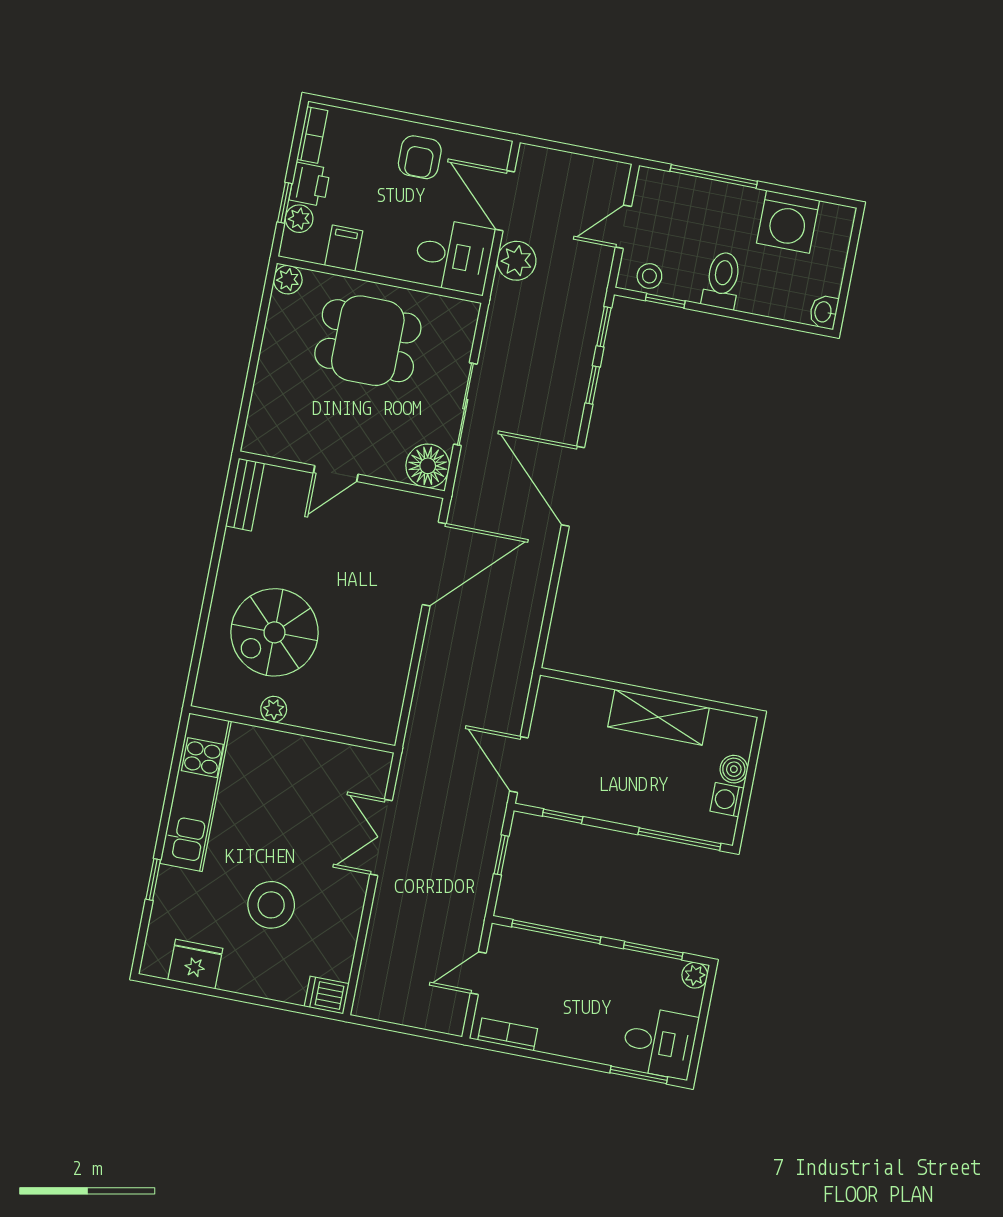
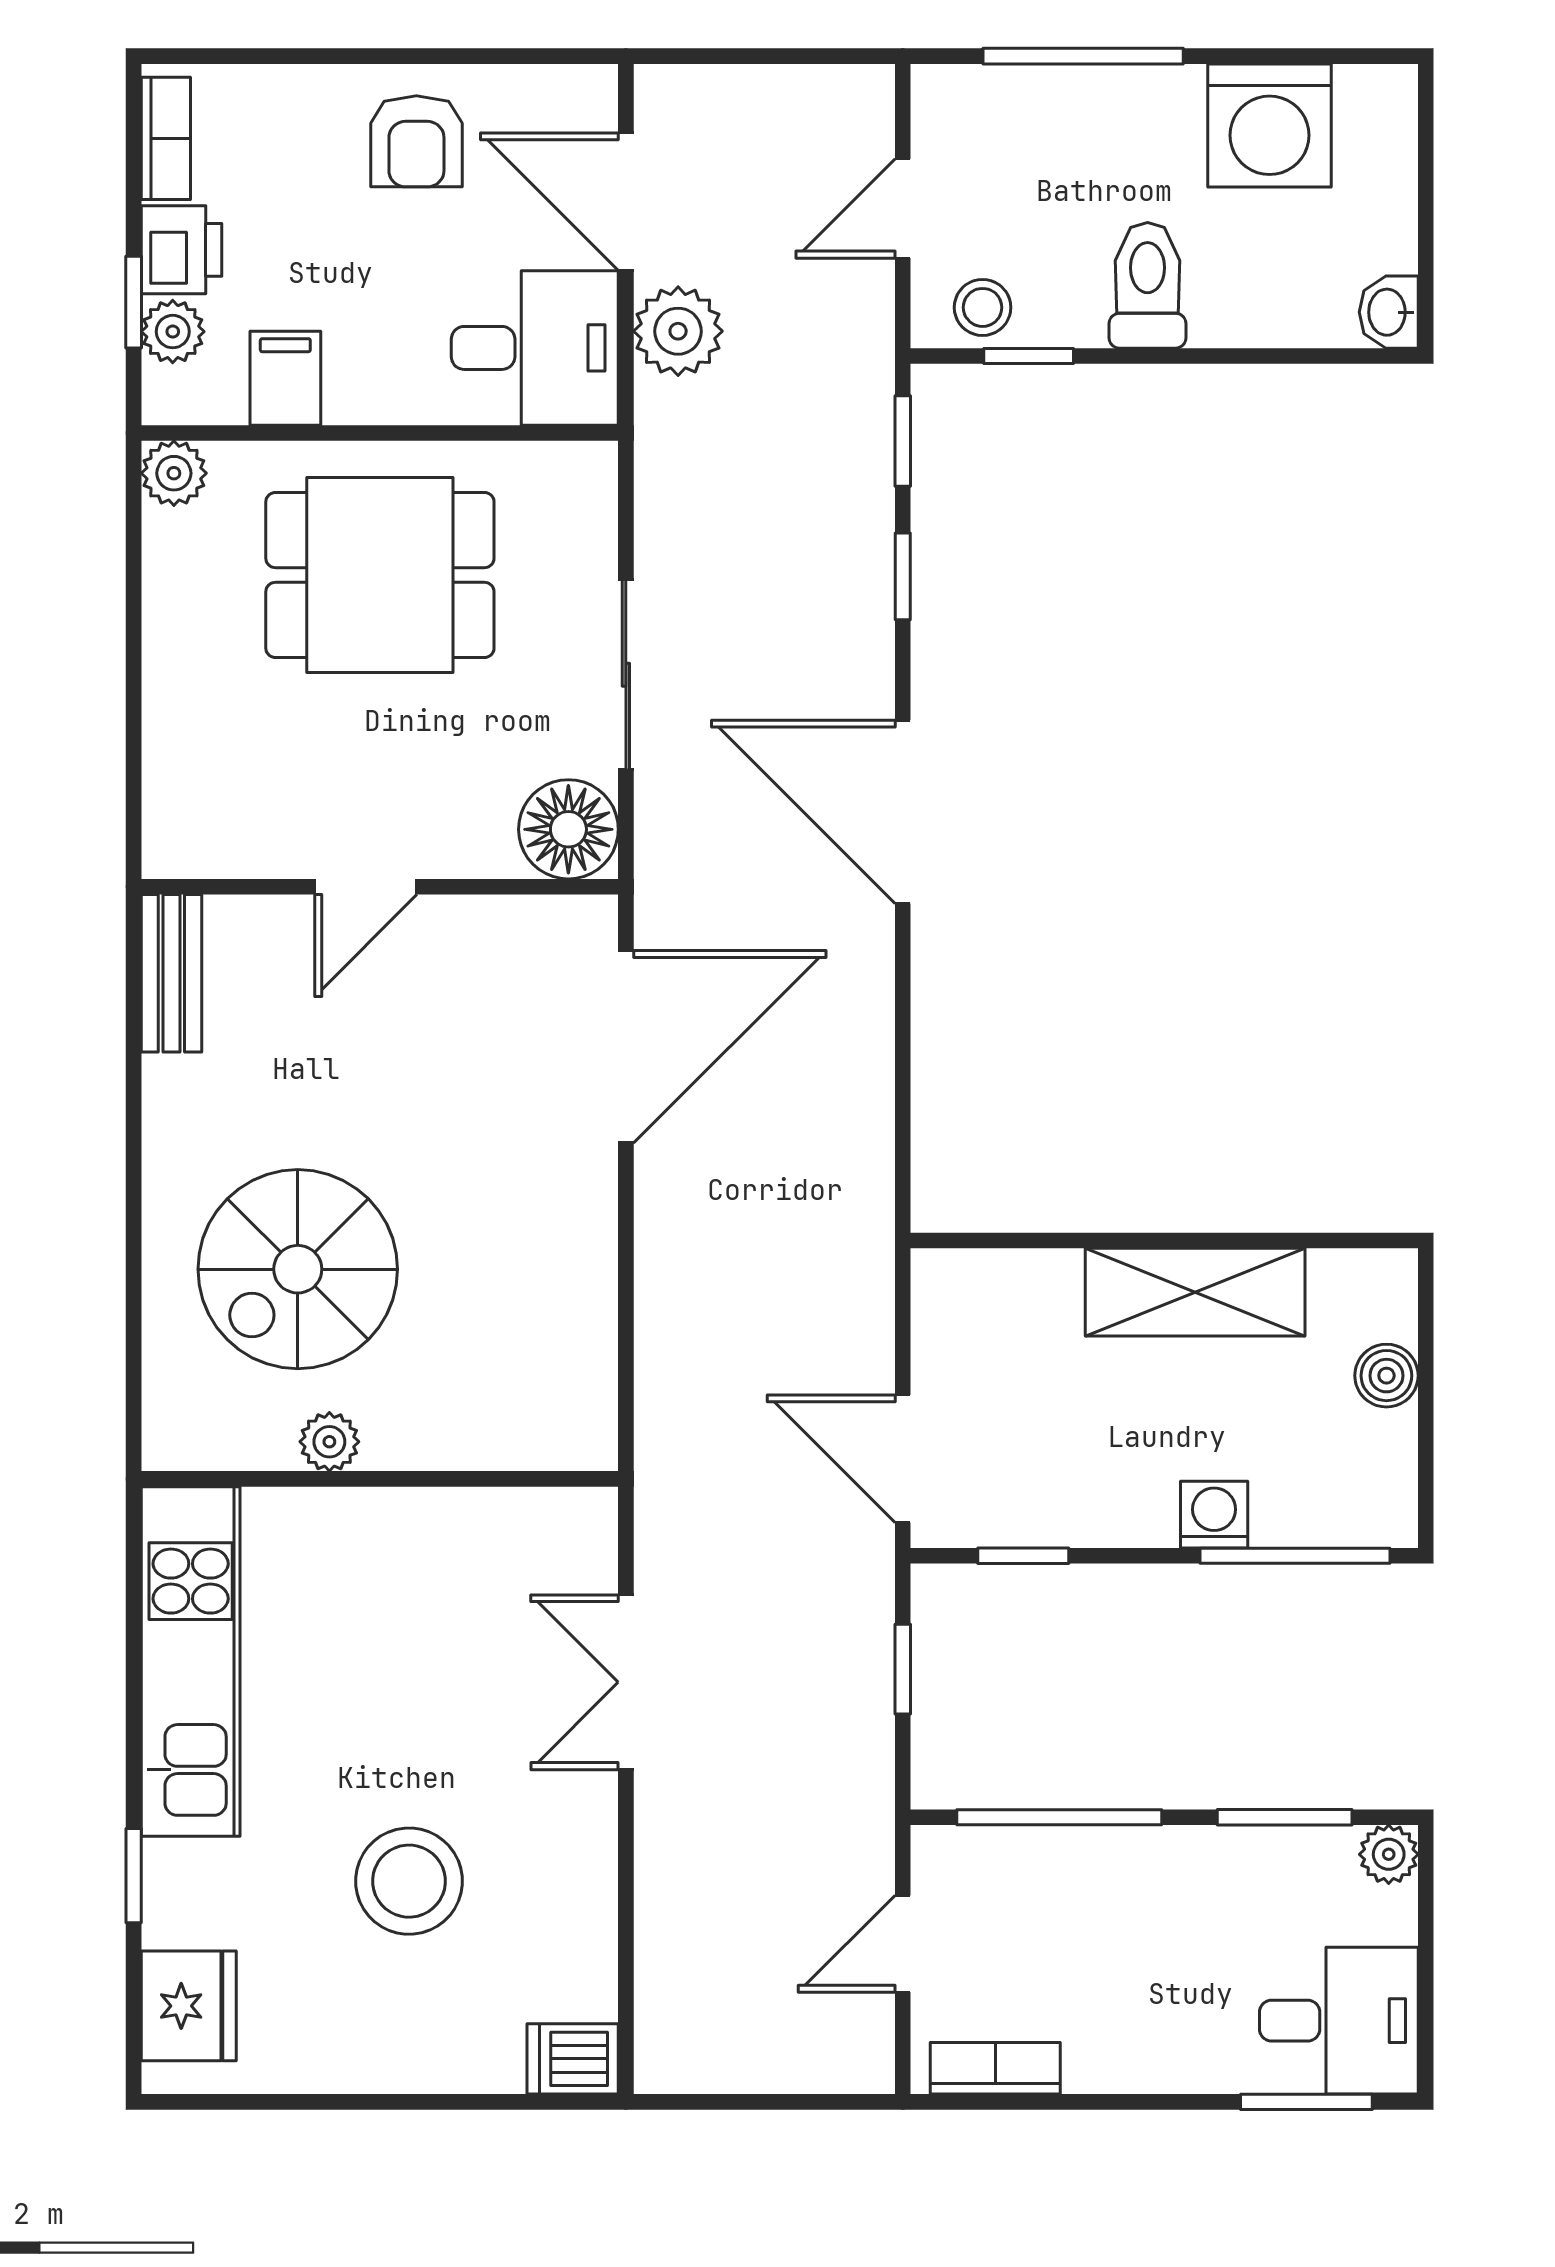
washing machine: (727, 800) -> (1214, 1515), moved, turned 90
fridge: (195, 964) -> (189, 2006), moved, turned 90

